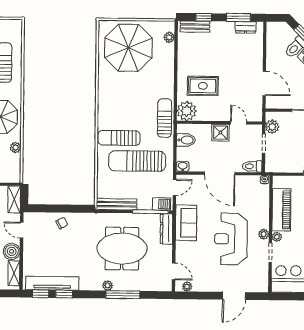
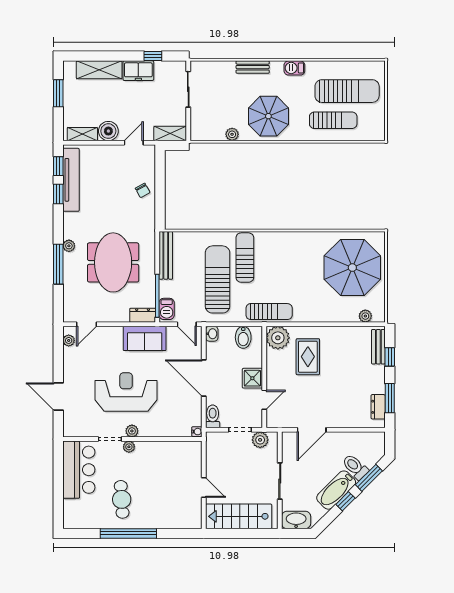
door: (220, 173) -> (204, 378), hinge flipped
piano: (281, 210) -> (161, 452), removed
dresser: (166, 229) -> (143, 315), width x0.70

